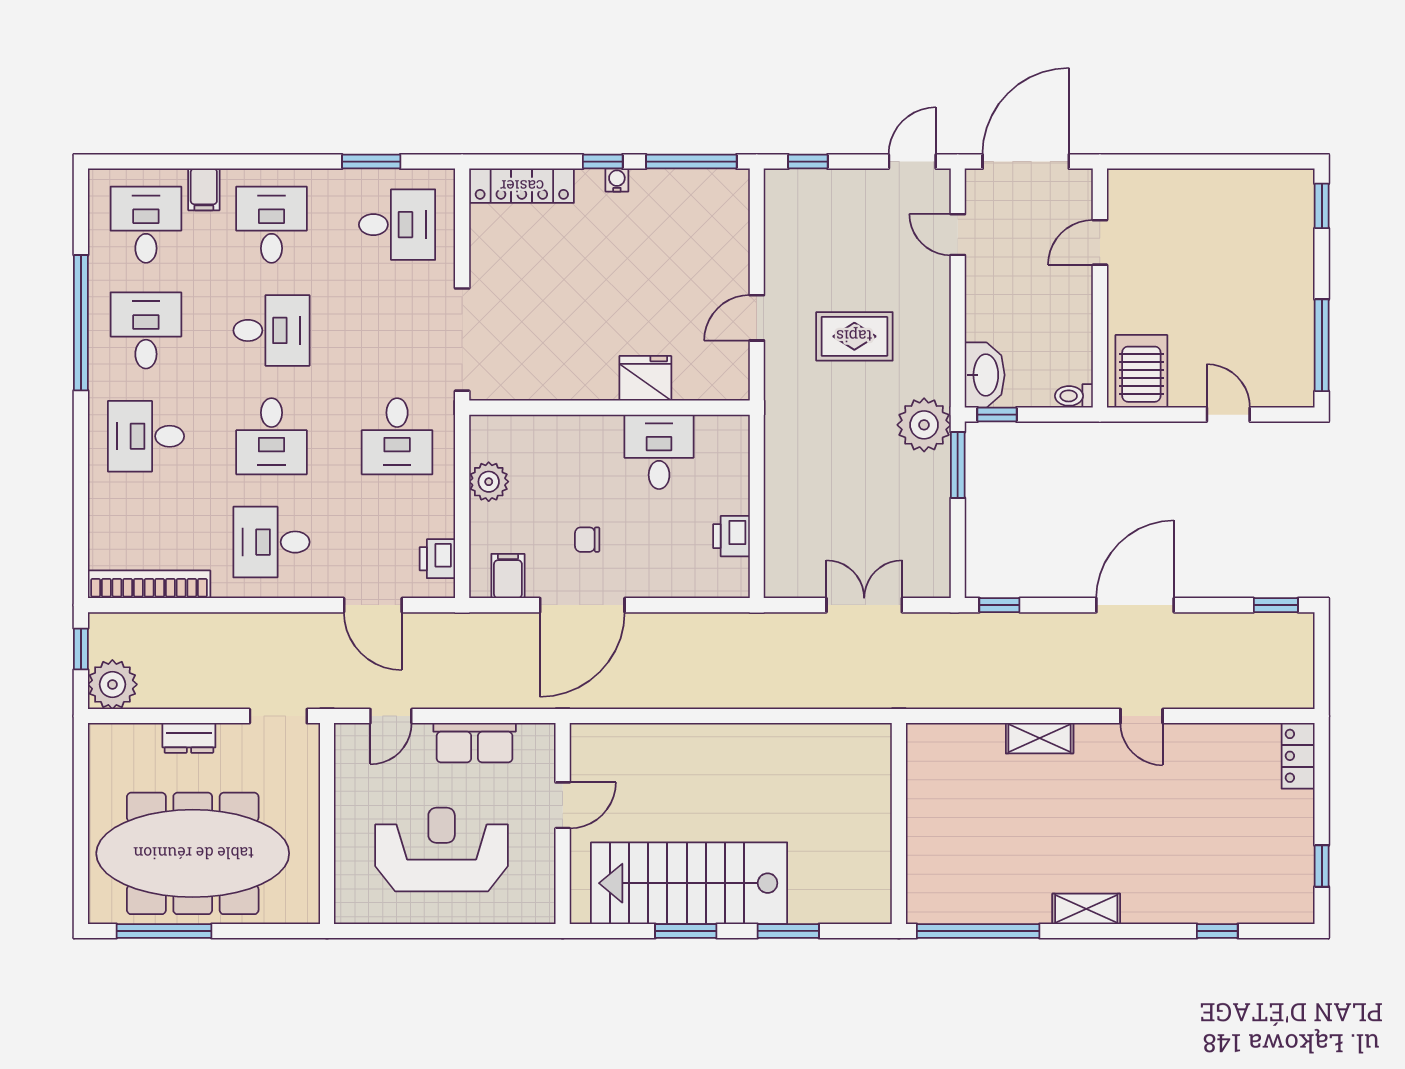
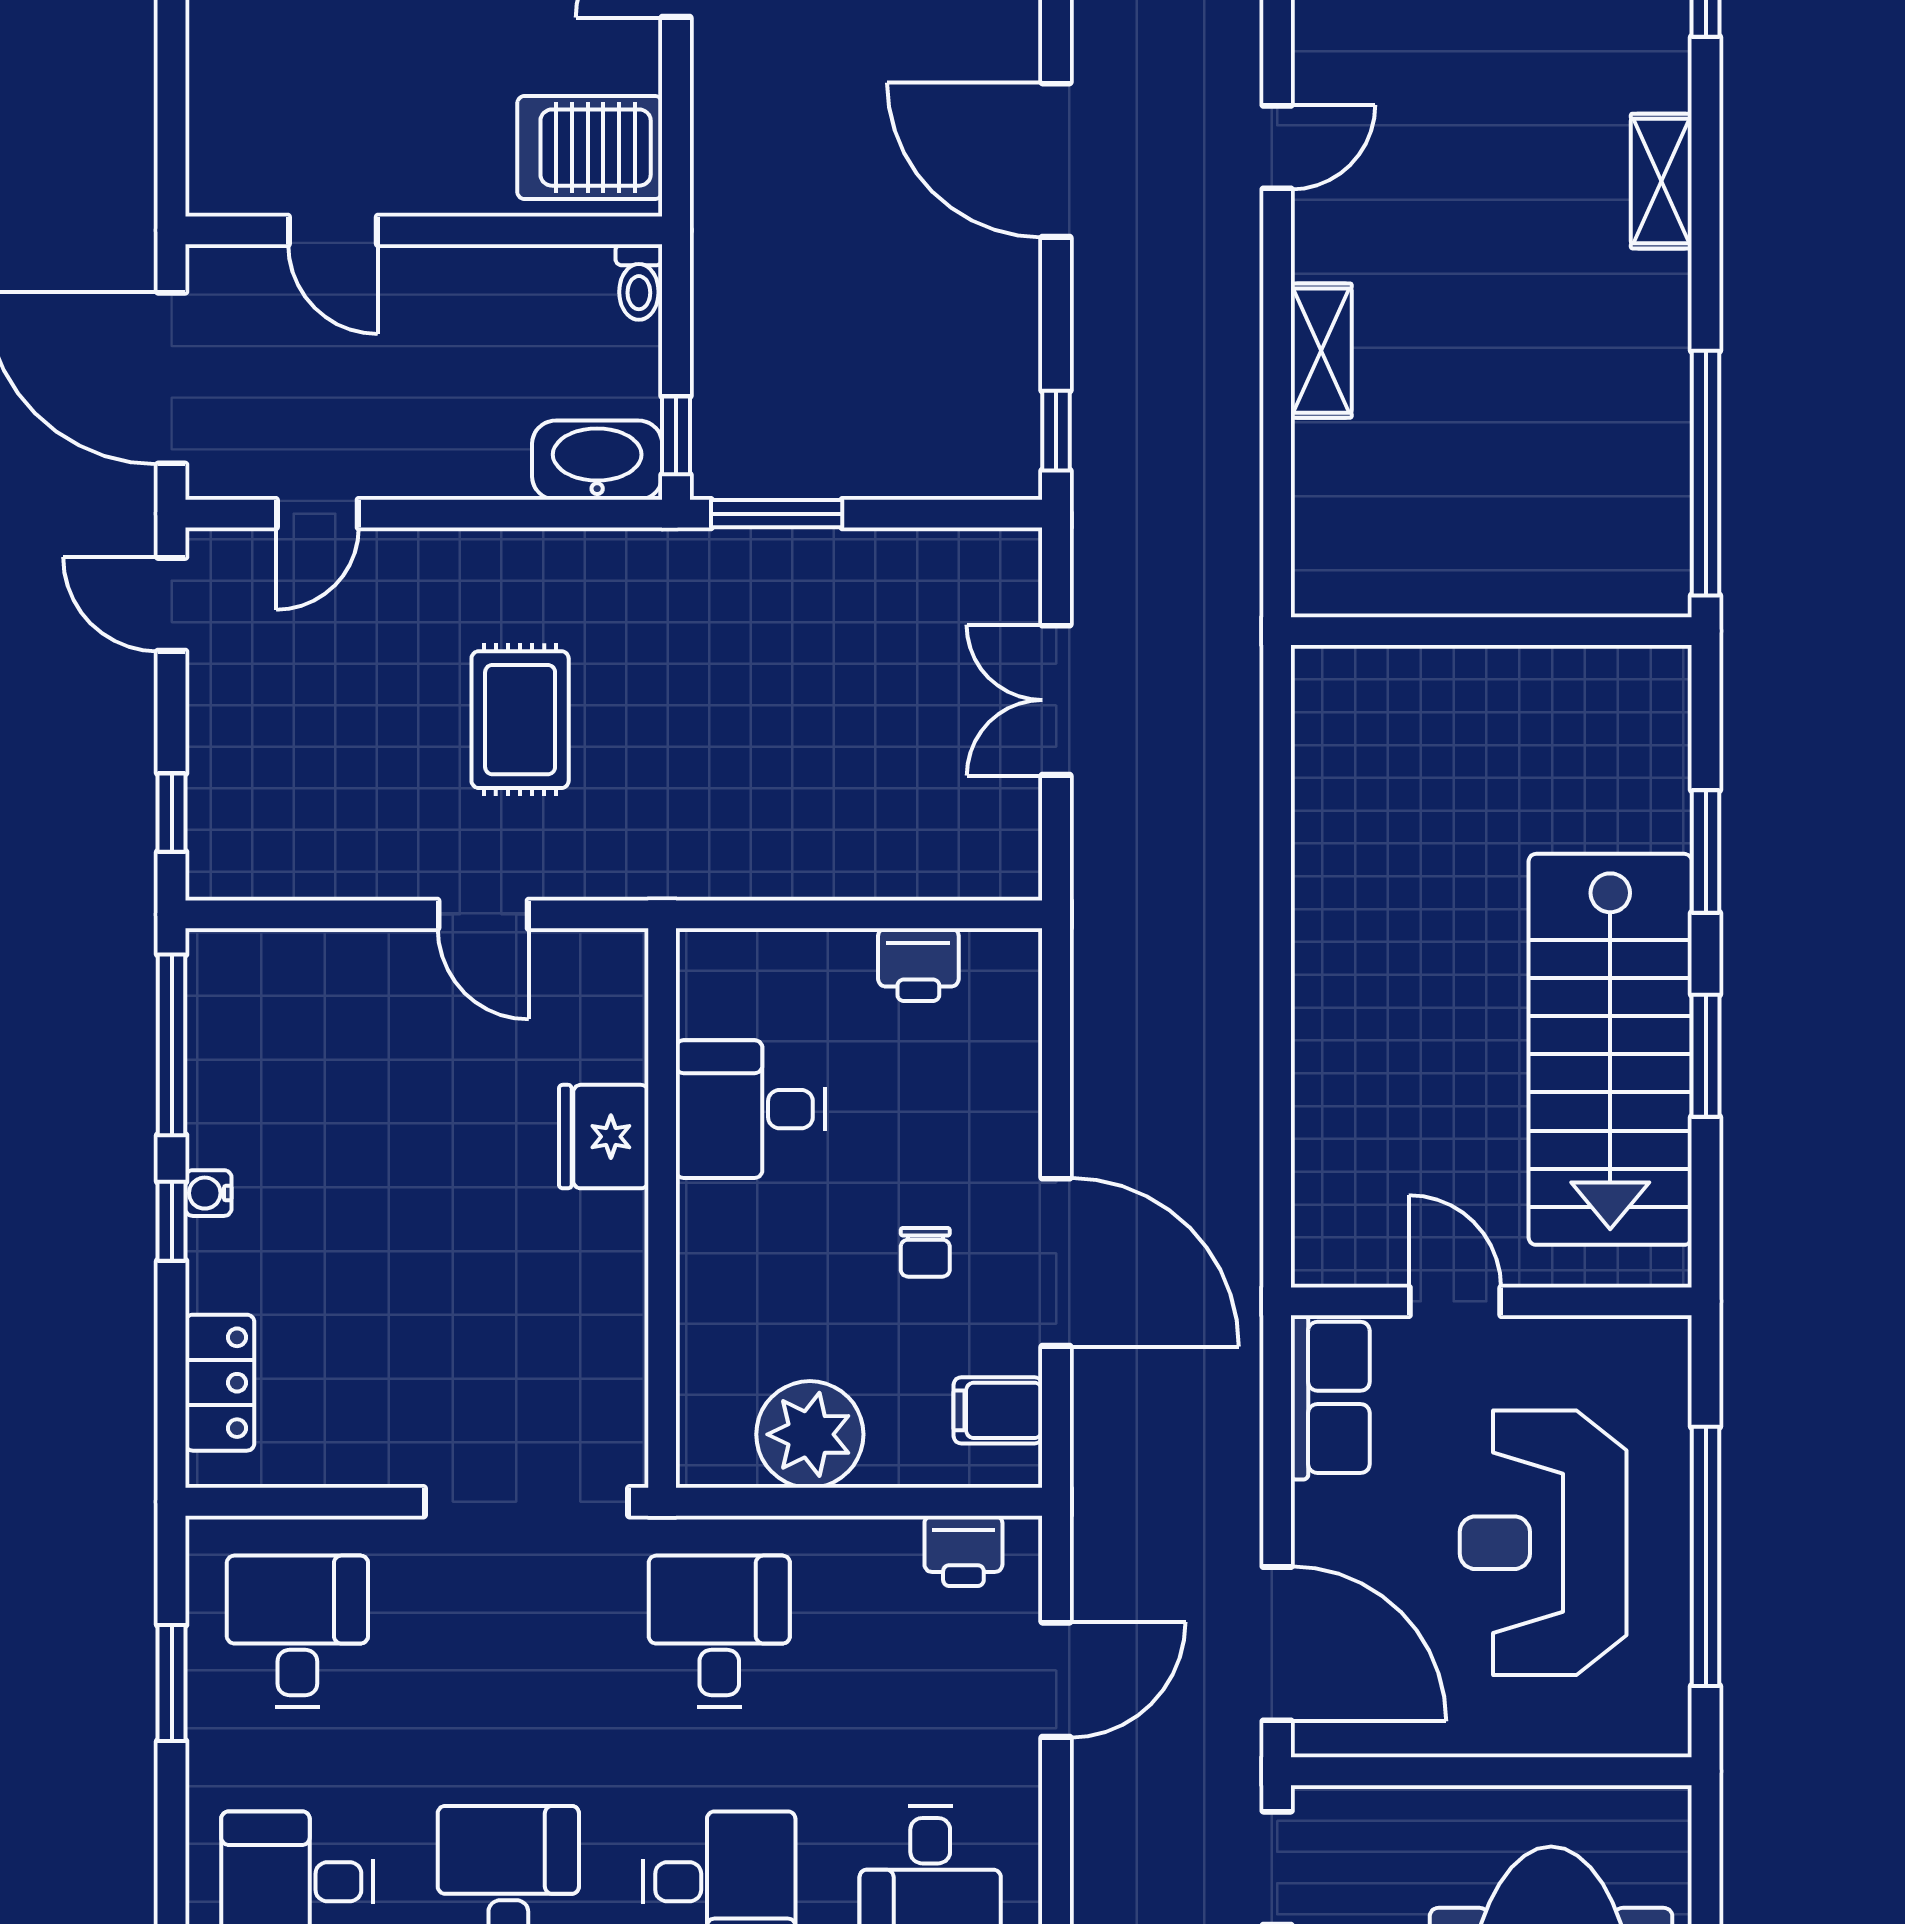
locker: (522, 186) -> (220, 1383), width x0.66
plant: (924, 425) -> (697, 581), removed
desk: (397, 436) -> (719, 1631), turned -90
plant: (489, 482) -> (810, 1434), width x1.36, depth x1.36
door: (391, 716) -> (1277, 1644), width x1.88
row of seats: (475, 743) -> (1330, 1397), moved
shelving: (1086, 909) -> (1661, 181), moved
window: (435, 931) -> (1706, 1556), added

